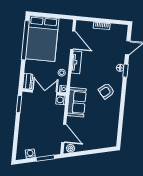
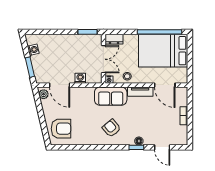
door: (73, 40) -> (165, 85), hinge flipped
washing machine: (61, 100) -> (80, 78), moved
sofa: (77, 102) -> (111, 96), moved
door: (64, 133) -> (60, 85), hinge flipped
armchair: (102, 136) -> (61, 129), added

